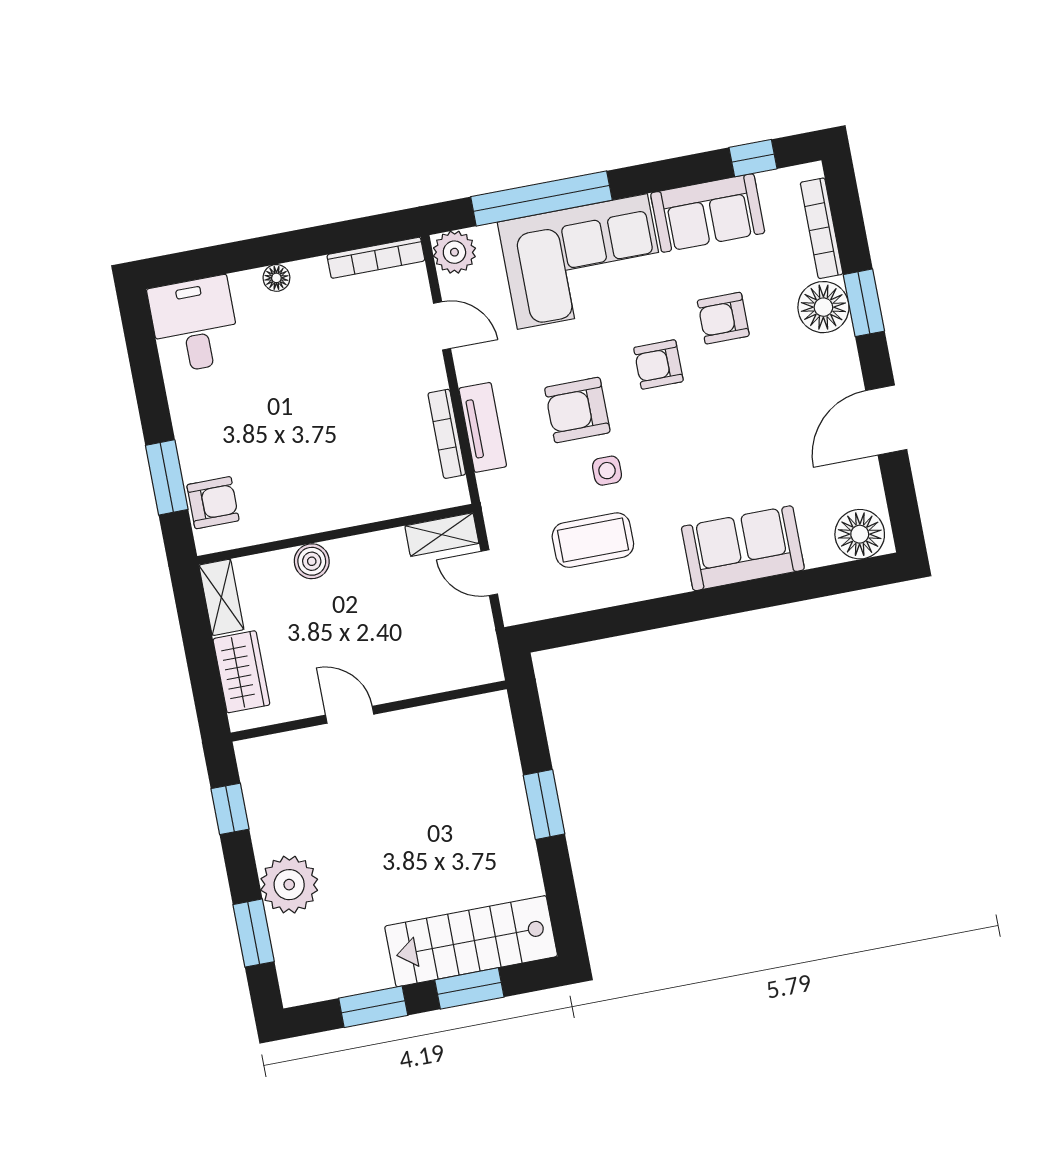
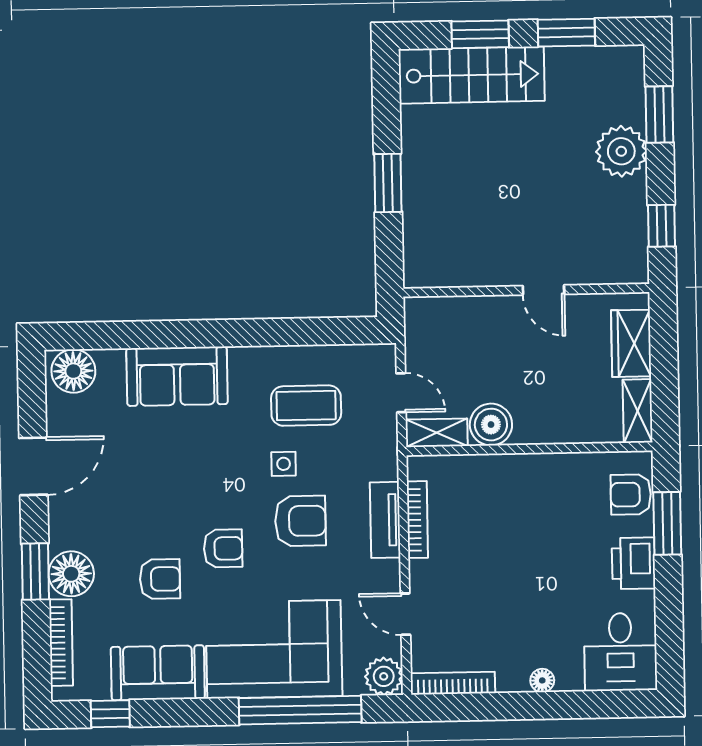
printer: (197, 426) -> (634, 563), added
boiler: (312, 561) -> (491, 425), moved, width x1.36, depth x1.36

